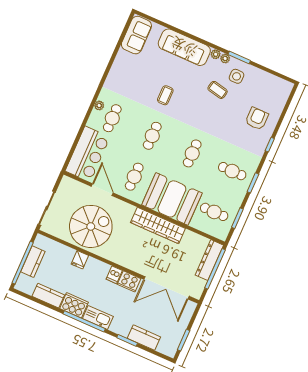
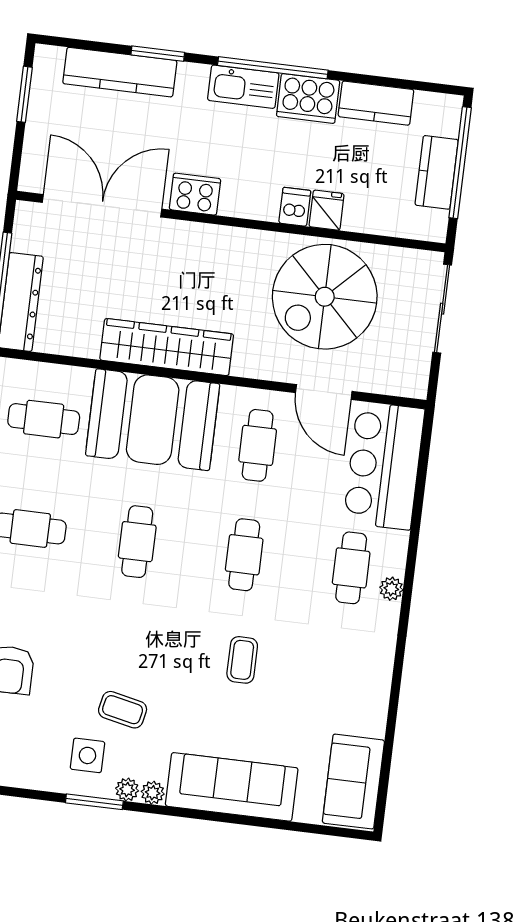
dishwasher: (114, 275) -> (295, 207), moved
kitchen counter: (144, 338) -> (120, 72), width x1.50

